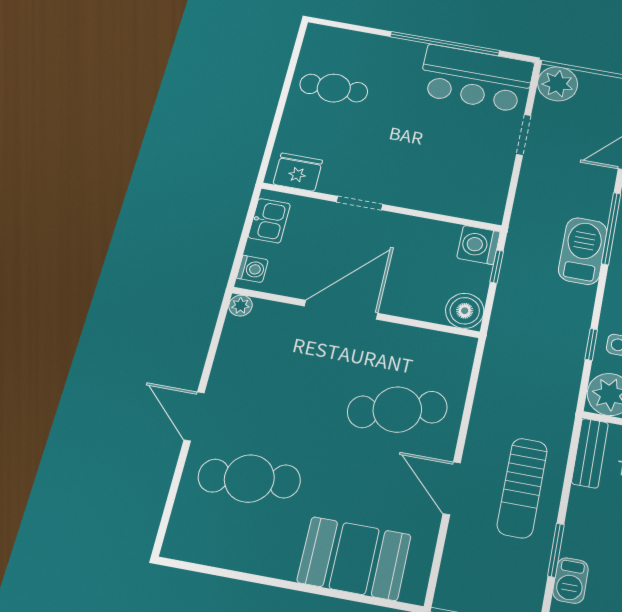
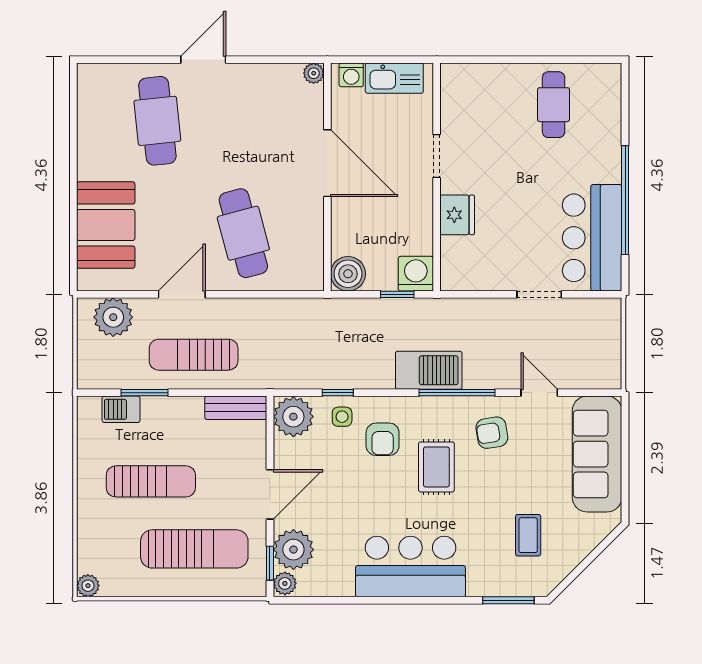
plant: (558, 84) -> (113, 317), moved
fridge: (298, 172) -> (457, 215), moved
kitchen sink: (269, 221) -> (394, 78), width x1.38

